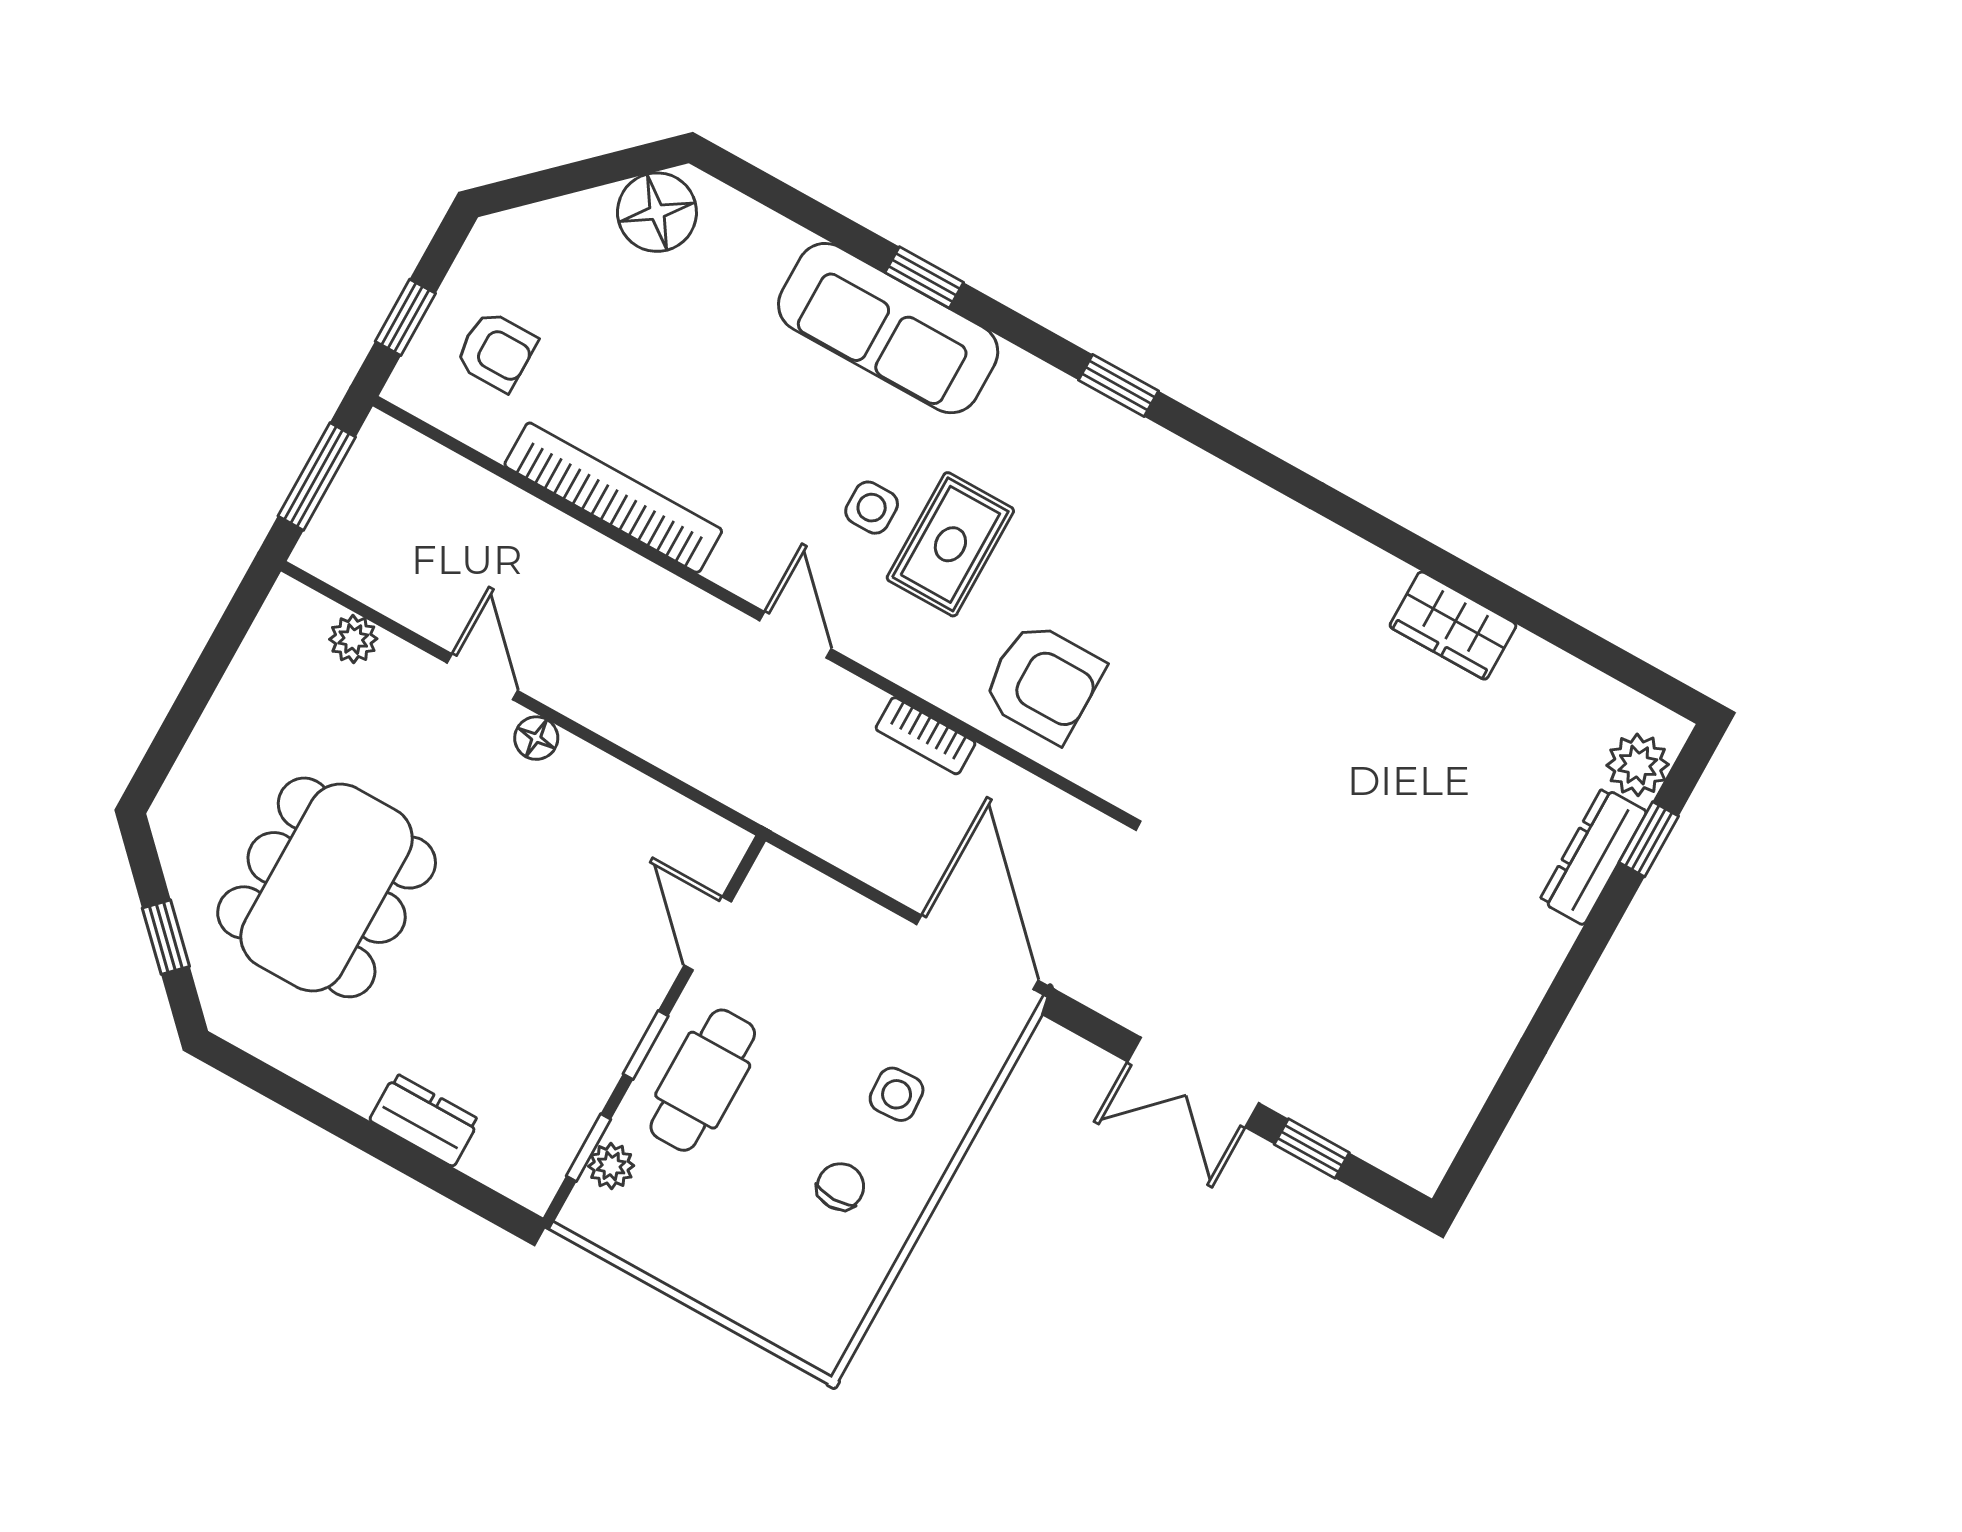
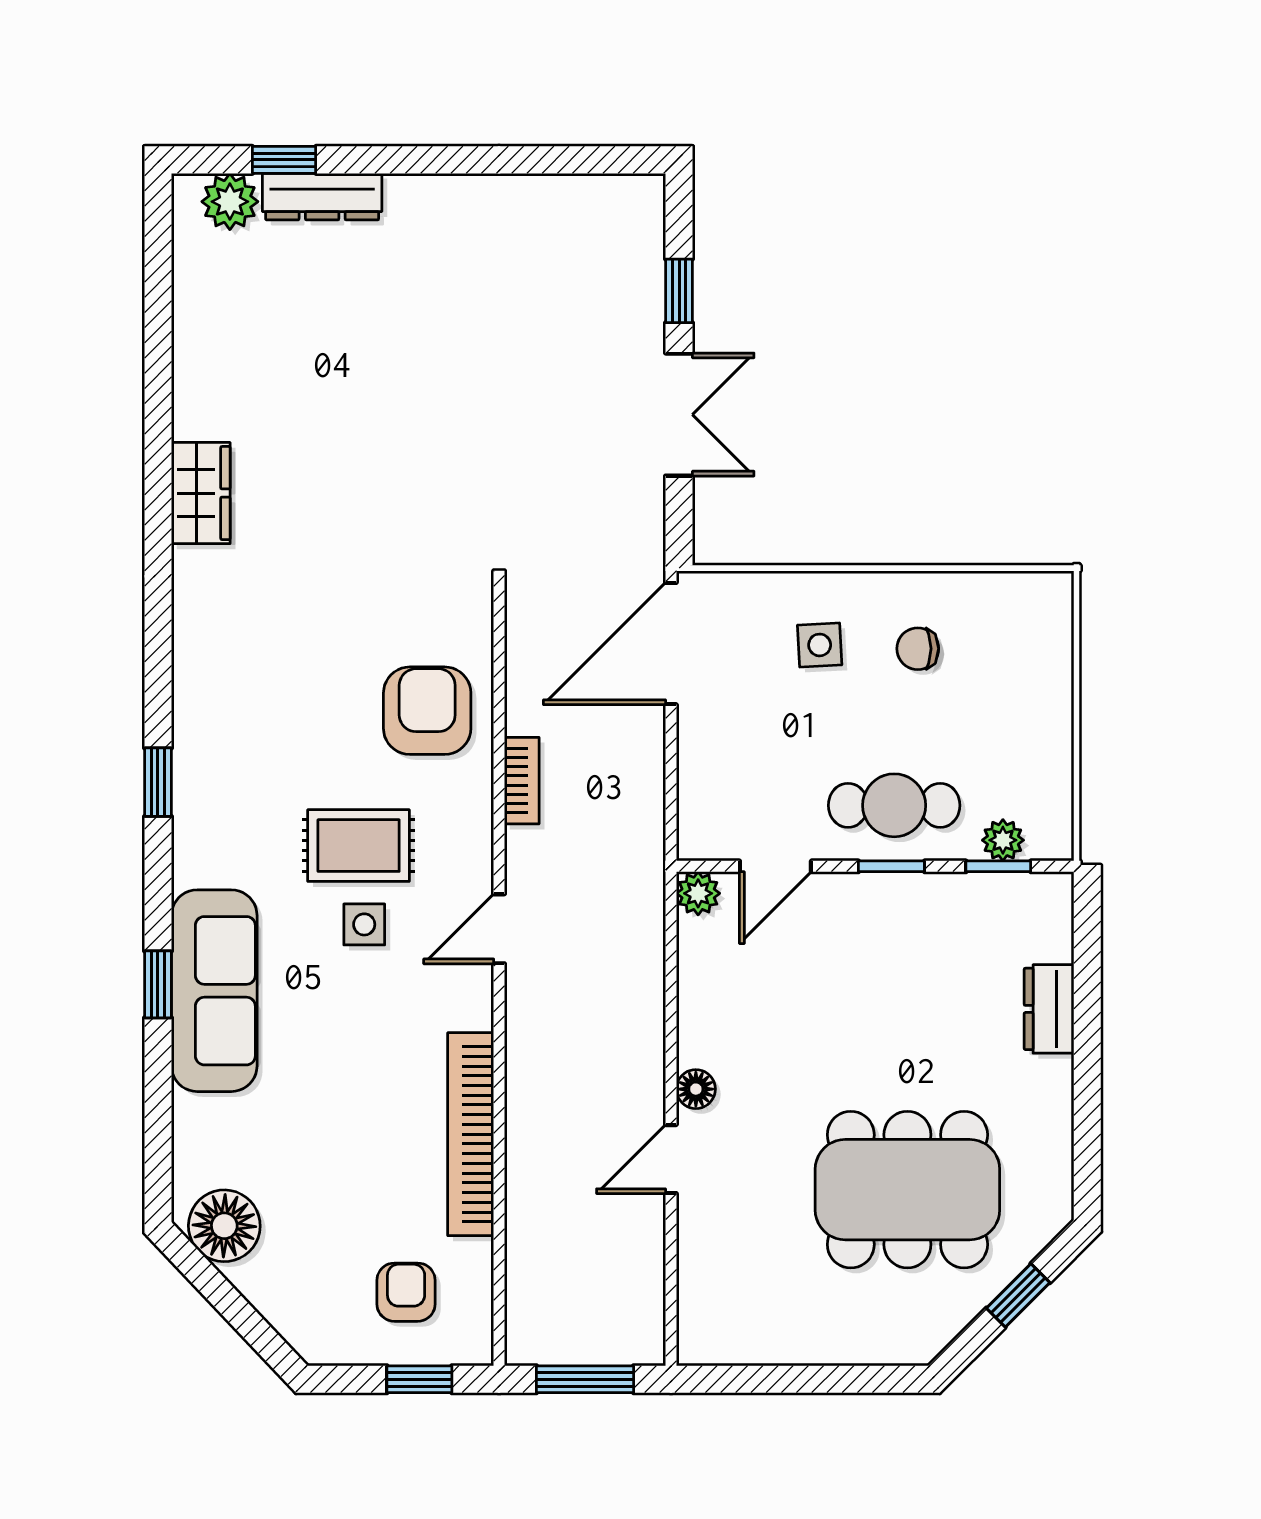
wardrobe: (1453, 626) -> (201, 493), moved
plant: (353, 639) -> (698, 893), moved

